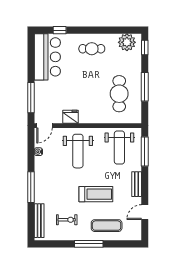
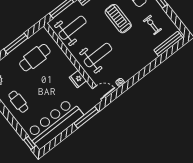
window: (60, 30) -> (30, 143), moved
bar counter: (47, 57) -> (54, 124), width x1.36
window: (31, 187) -> (149, 68), removed

